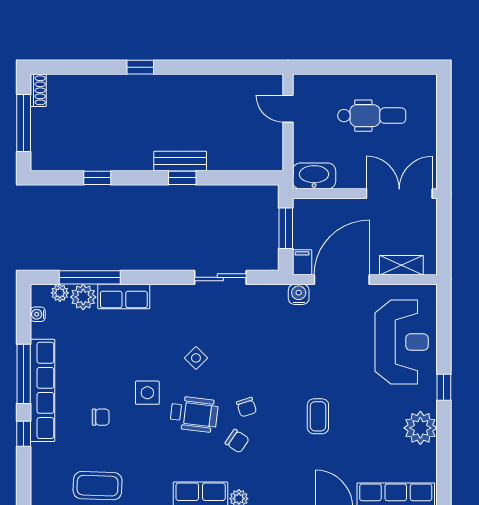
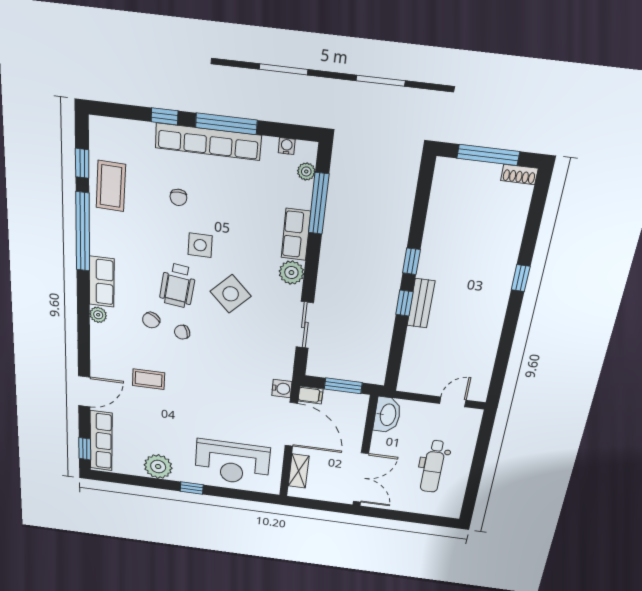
window: (97, 178) -> (411, 261), moved
plant: (83, 297) -> (291, 273), moved
side table: (196, 358) -> (231, 294), width x1.87, depth x1.87
coffee table: (318, 416) -> (149, 379), moved

